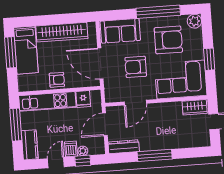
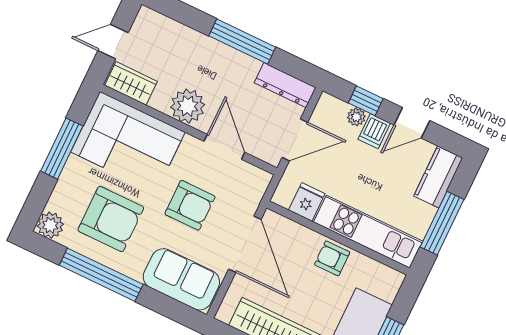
armchair: (168, 40) -> (111, 219), turned 180
window: (209, 59) -> (62, 149), width x1.44
door: (135, 103) -> (224, 147), hinge flipped
plant: (163, 112) -> (188, 106), added

